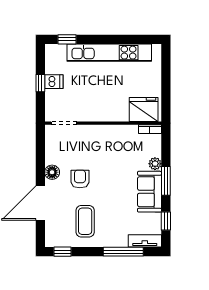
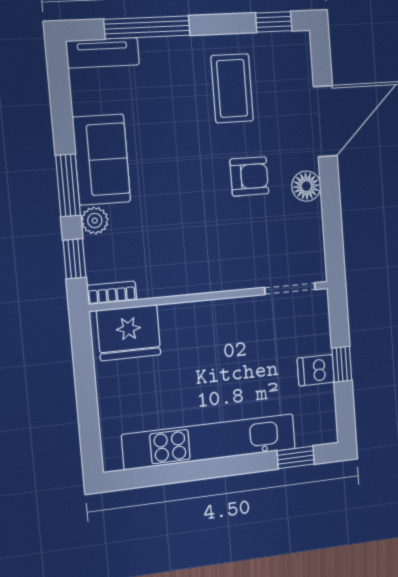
armchair: (80, 179) -> (249, 176), turned -90
window: (166, 221) -> (74, 259), moved

